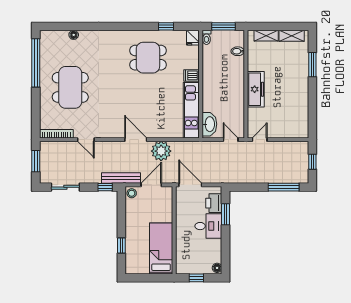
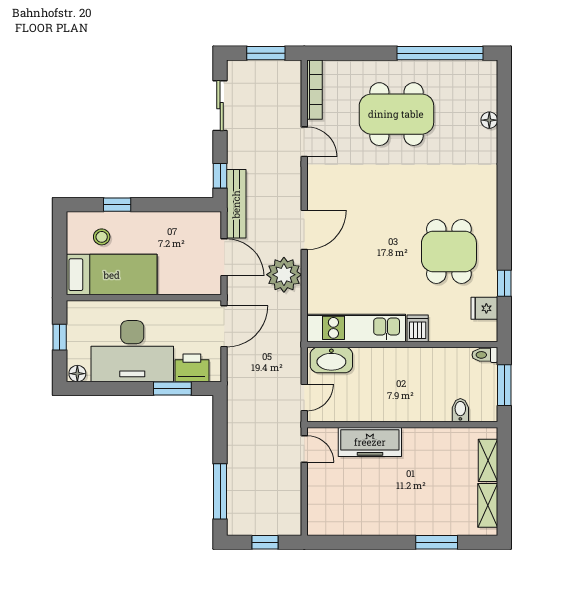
fridge: (193, 38) -> (484, 308), moved
freezer: (256, 89) -> (370, 442), moved
door: (86, 140) -> (304, 142), swing flipped
stool: (132, 193) -> (102, 237), moved
desk: (208, 226) -> (132, 351), width x1.87, depth x1.30

